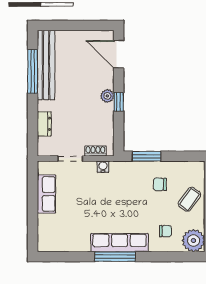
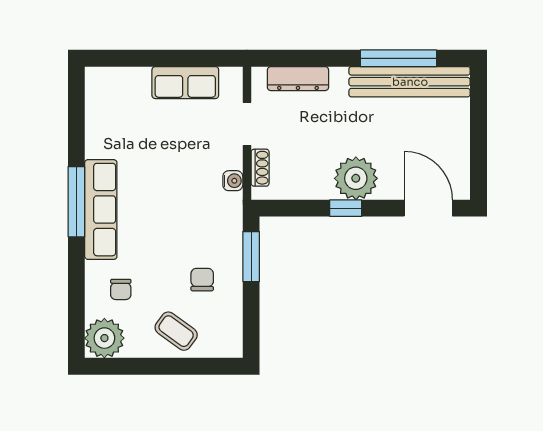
door: (119, 54) -> (428, 208), hinge flipped
plant: (107, 96) -> (356, 178), width x1.88, depth x1.88
dresser: (44, 124) -> (298, 79), width x1.44

